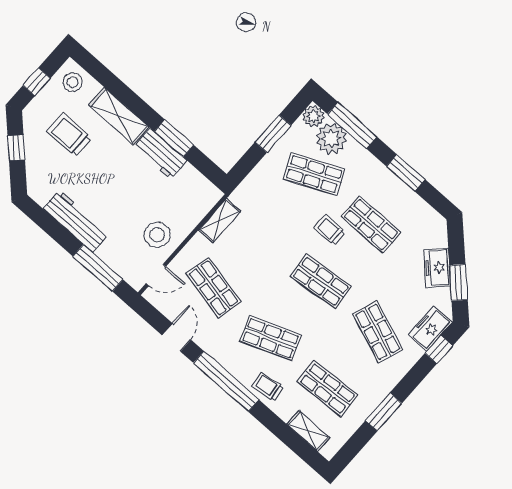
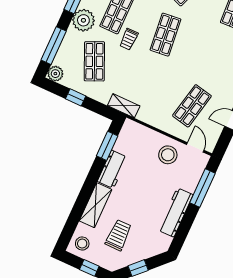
window: (273, 134) -> (76, 97), width x0.67
trolley: (69, 135) -> (118, 235), turned 180
window: (174, 138) -> (107, 146), moved
plant: (331, 138) -> (83, 20), moved
shelving: (220, 220) -> (124, 106), moved
shop shelf: (271, 338) -> (214, 57), removed

